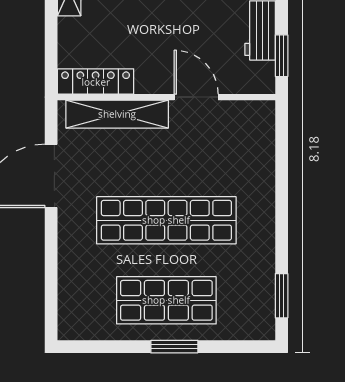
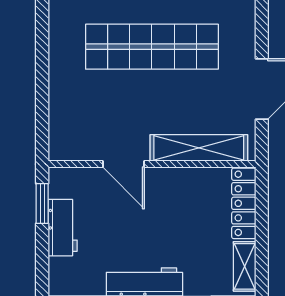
locker: (96, 82) -> (244, 203), moved, turned 90

